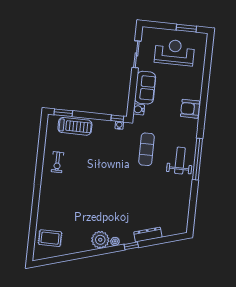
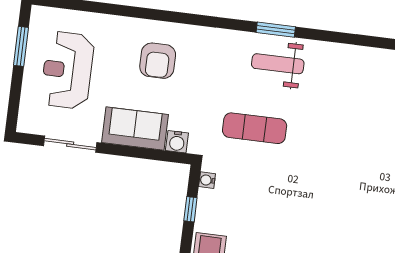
armchair: (190, 109) -> (158, 61), moved
window: (117, 118) -> (190, 209), moved
window: (197, 159) -> (276, 30), width x0.47

